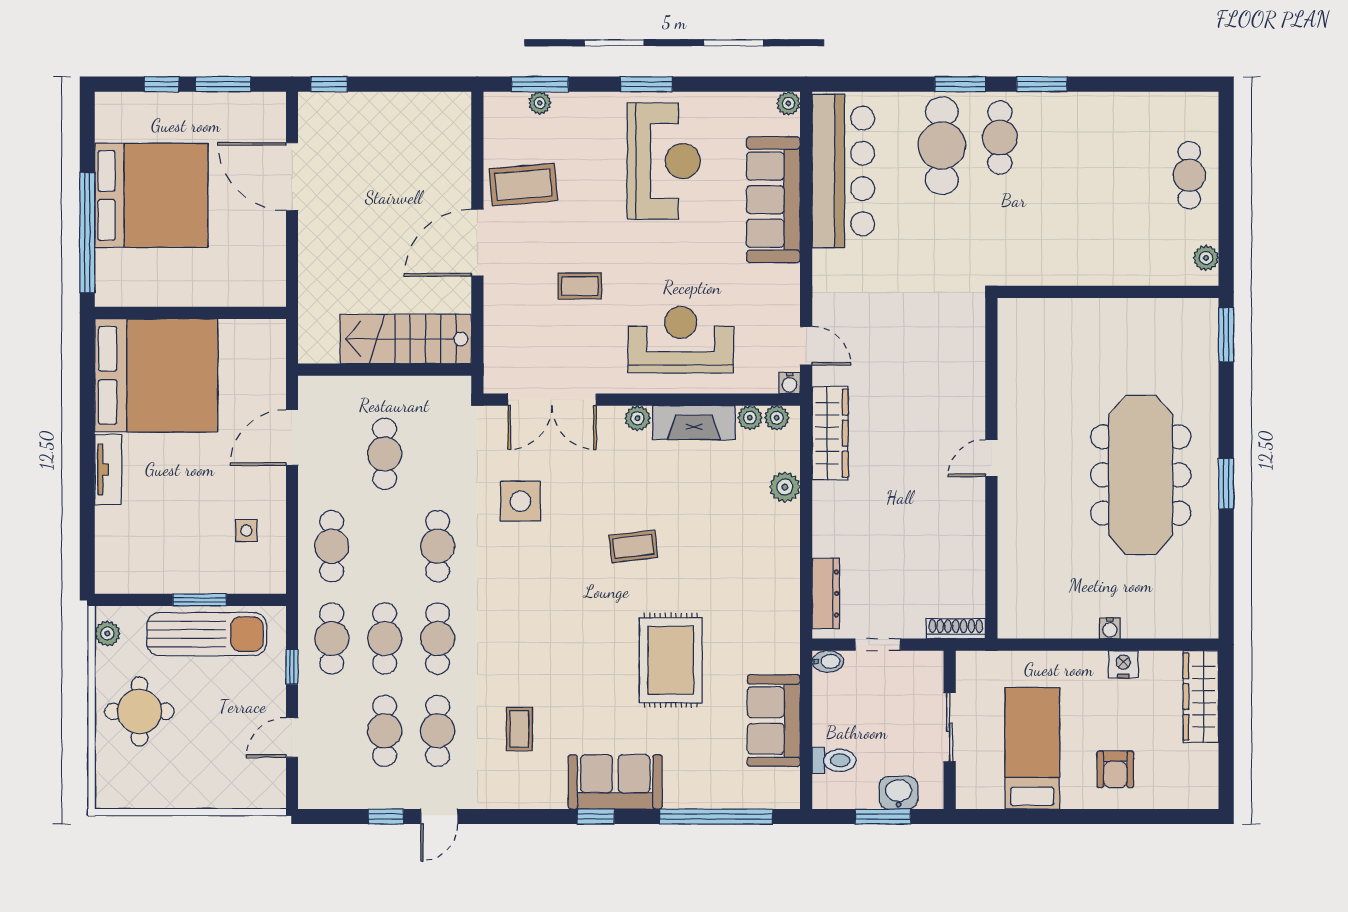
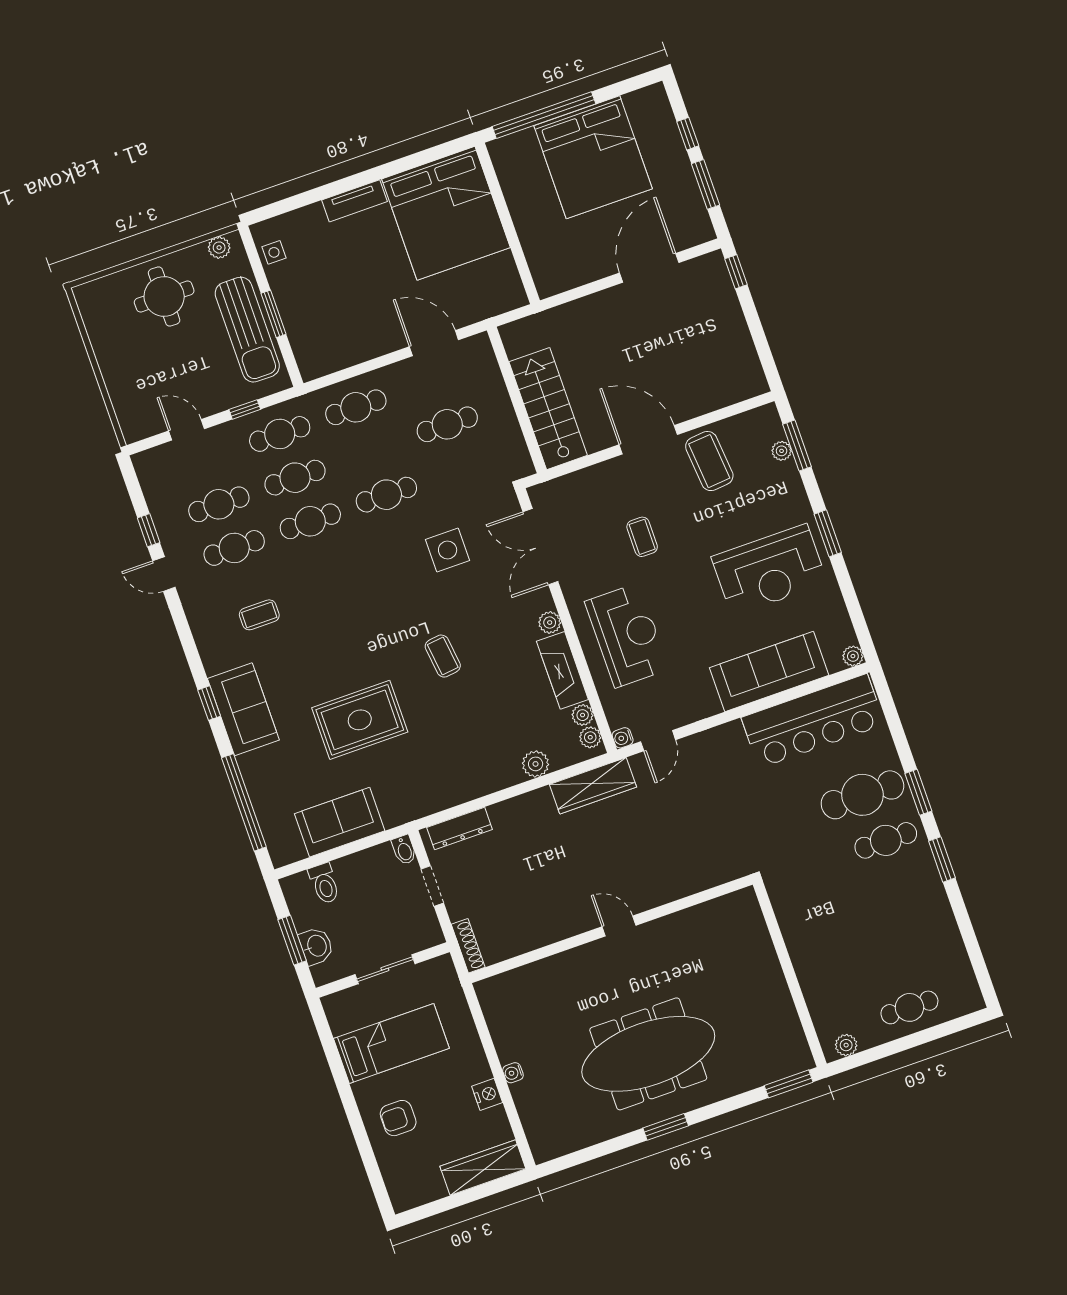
side table: (246, 531) -> (274, 252), moved

